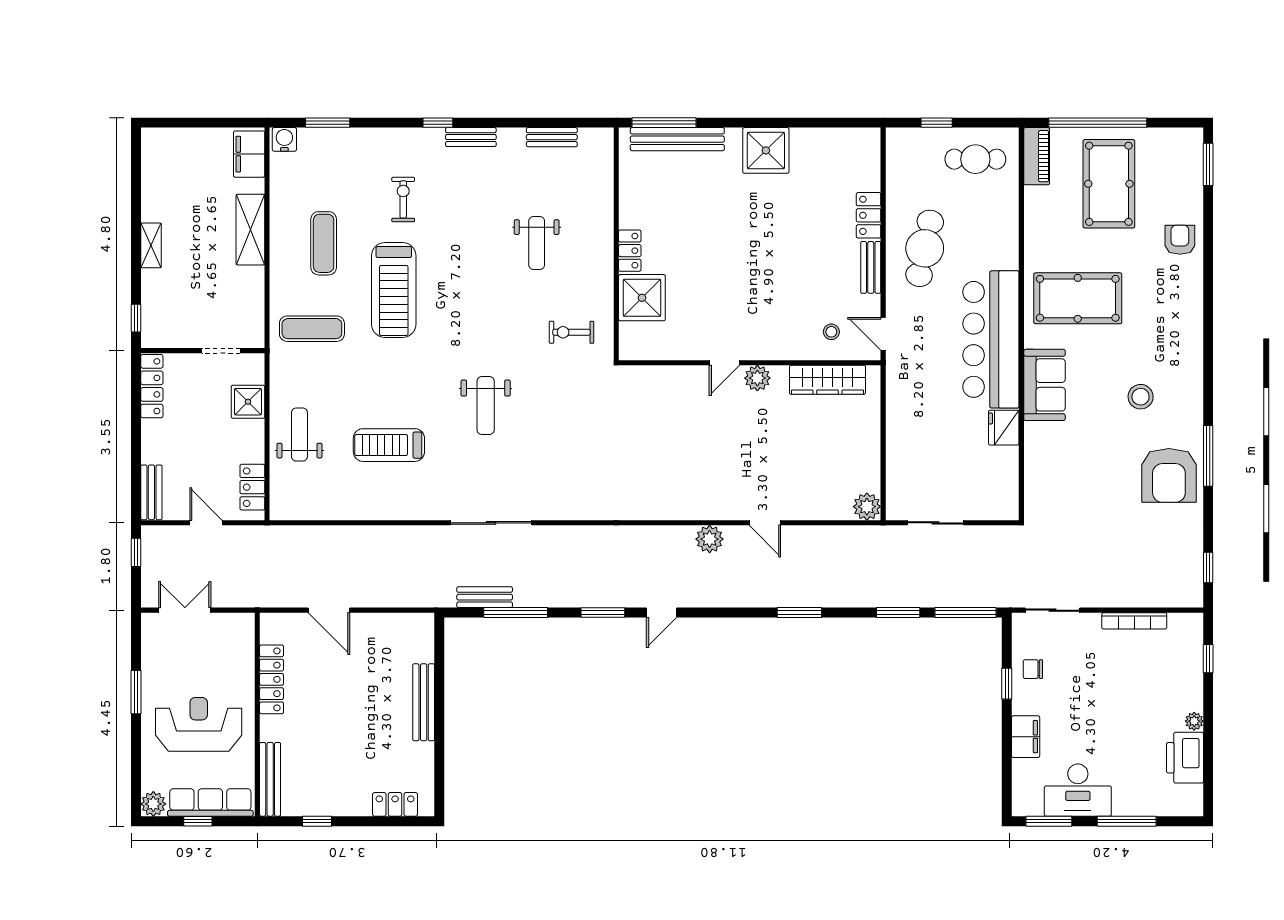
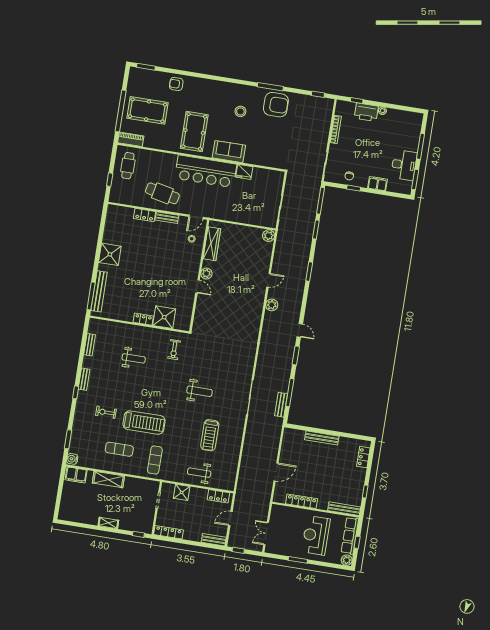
printer: (1185, 758) -> (366, 112), moved

